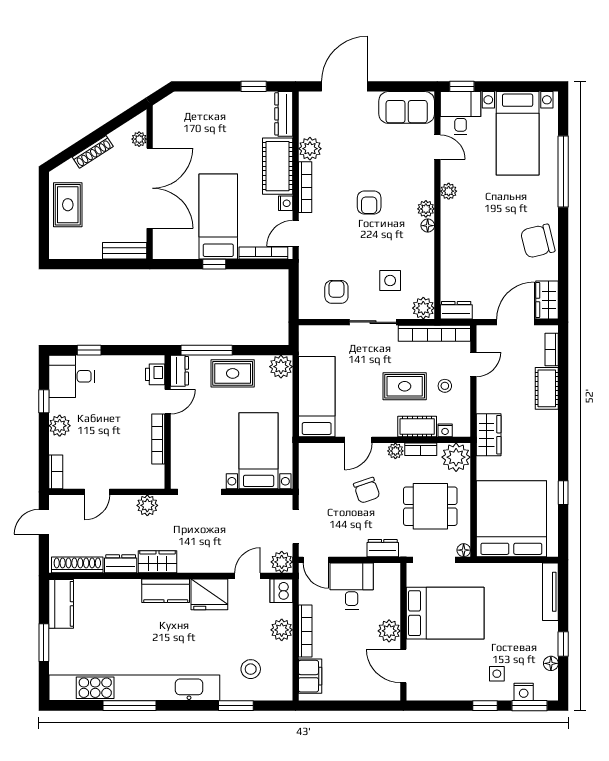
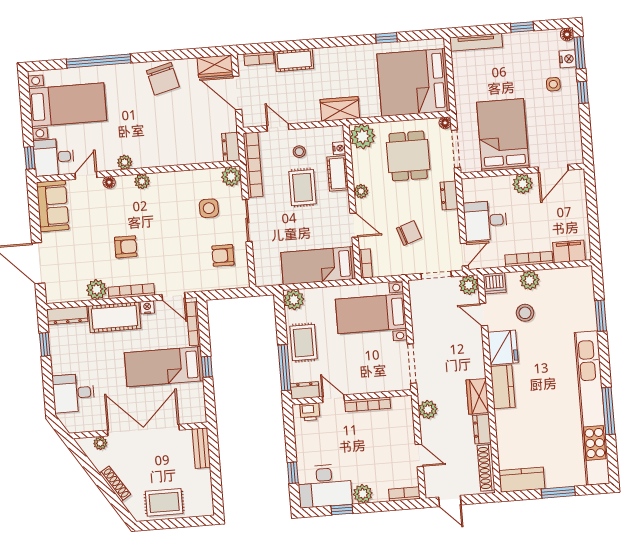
desk: (197, 114) -> (74, 393), added
armchair: (369, 203) -> (126, 247), moved
floor lamp: (428, 226) -> (109, 182), moved
desk: (72, 376) -> (325, 486), width x1.37
bookcase: (421, 449) -> (365, 263), moved
chair: (367, 490) -> (409, 233), moved
floor lamp: (551, 663) -> (567, 34), moved
stool: (251, 669) -> (525, 313), moved

